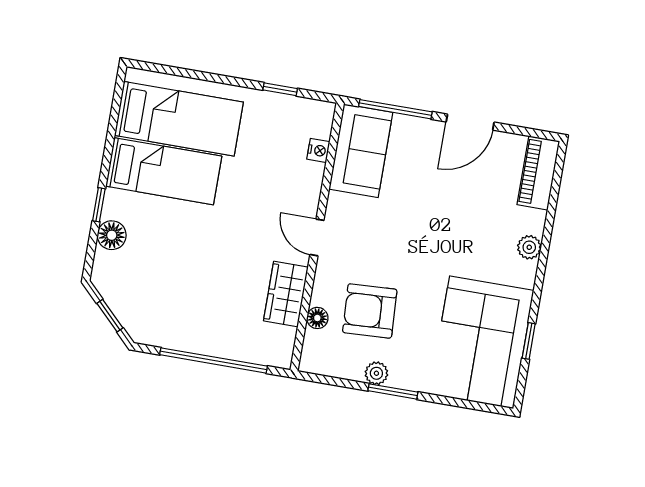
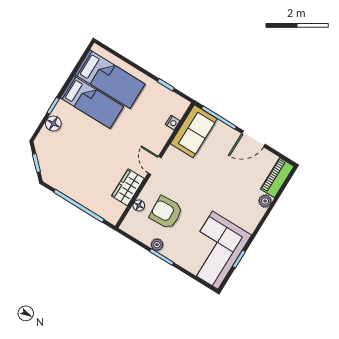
plant: (529, 247) -> (265, 201), moved

